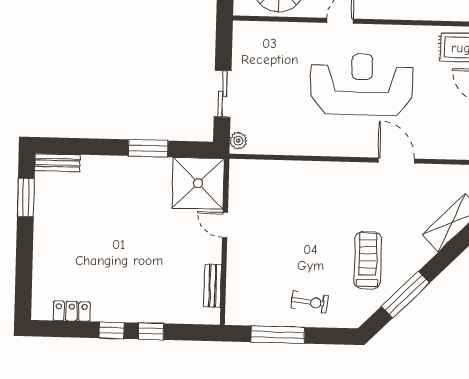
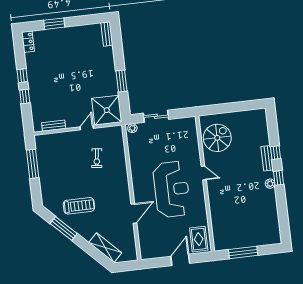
window: (26, 198) -> (54, 24), moved
exercise bike: (309, 302) -> (97, 158), moved
locker: (72, 311) -> (28, 42), moved

